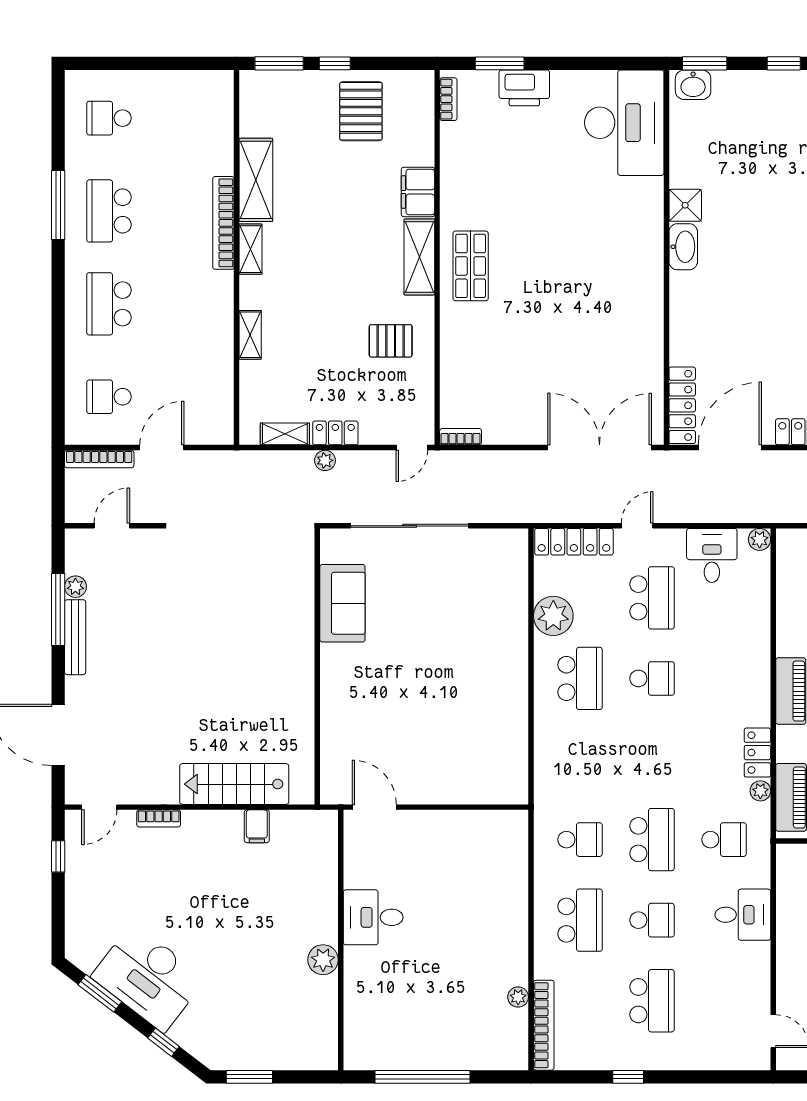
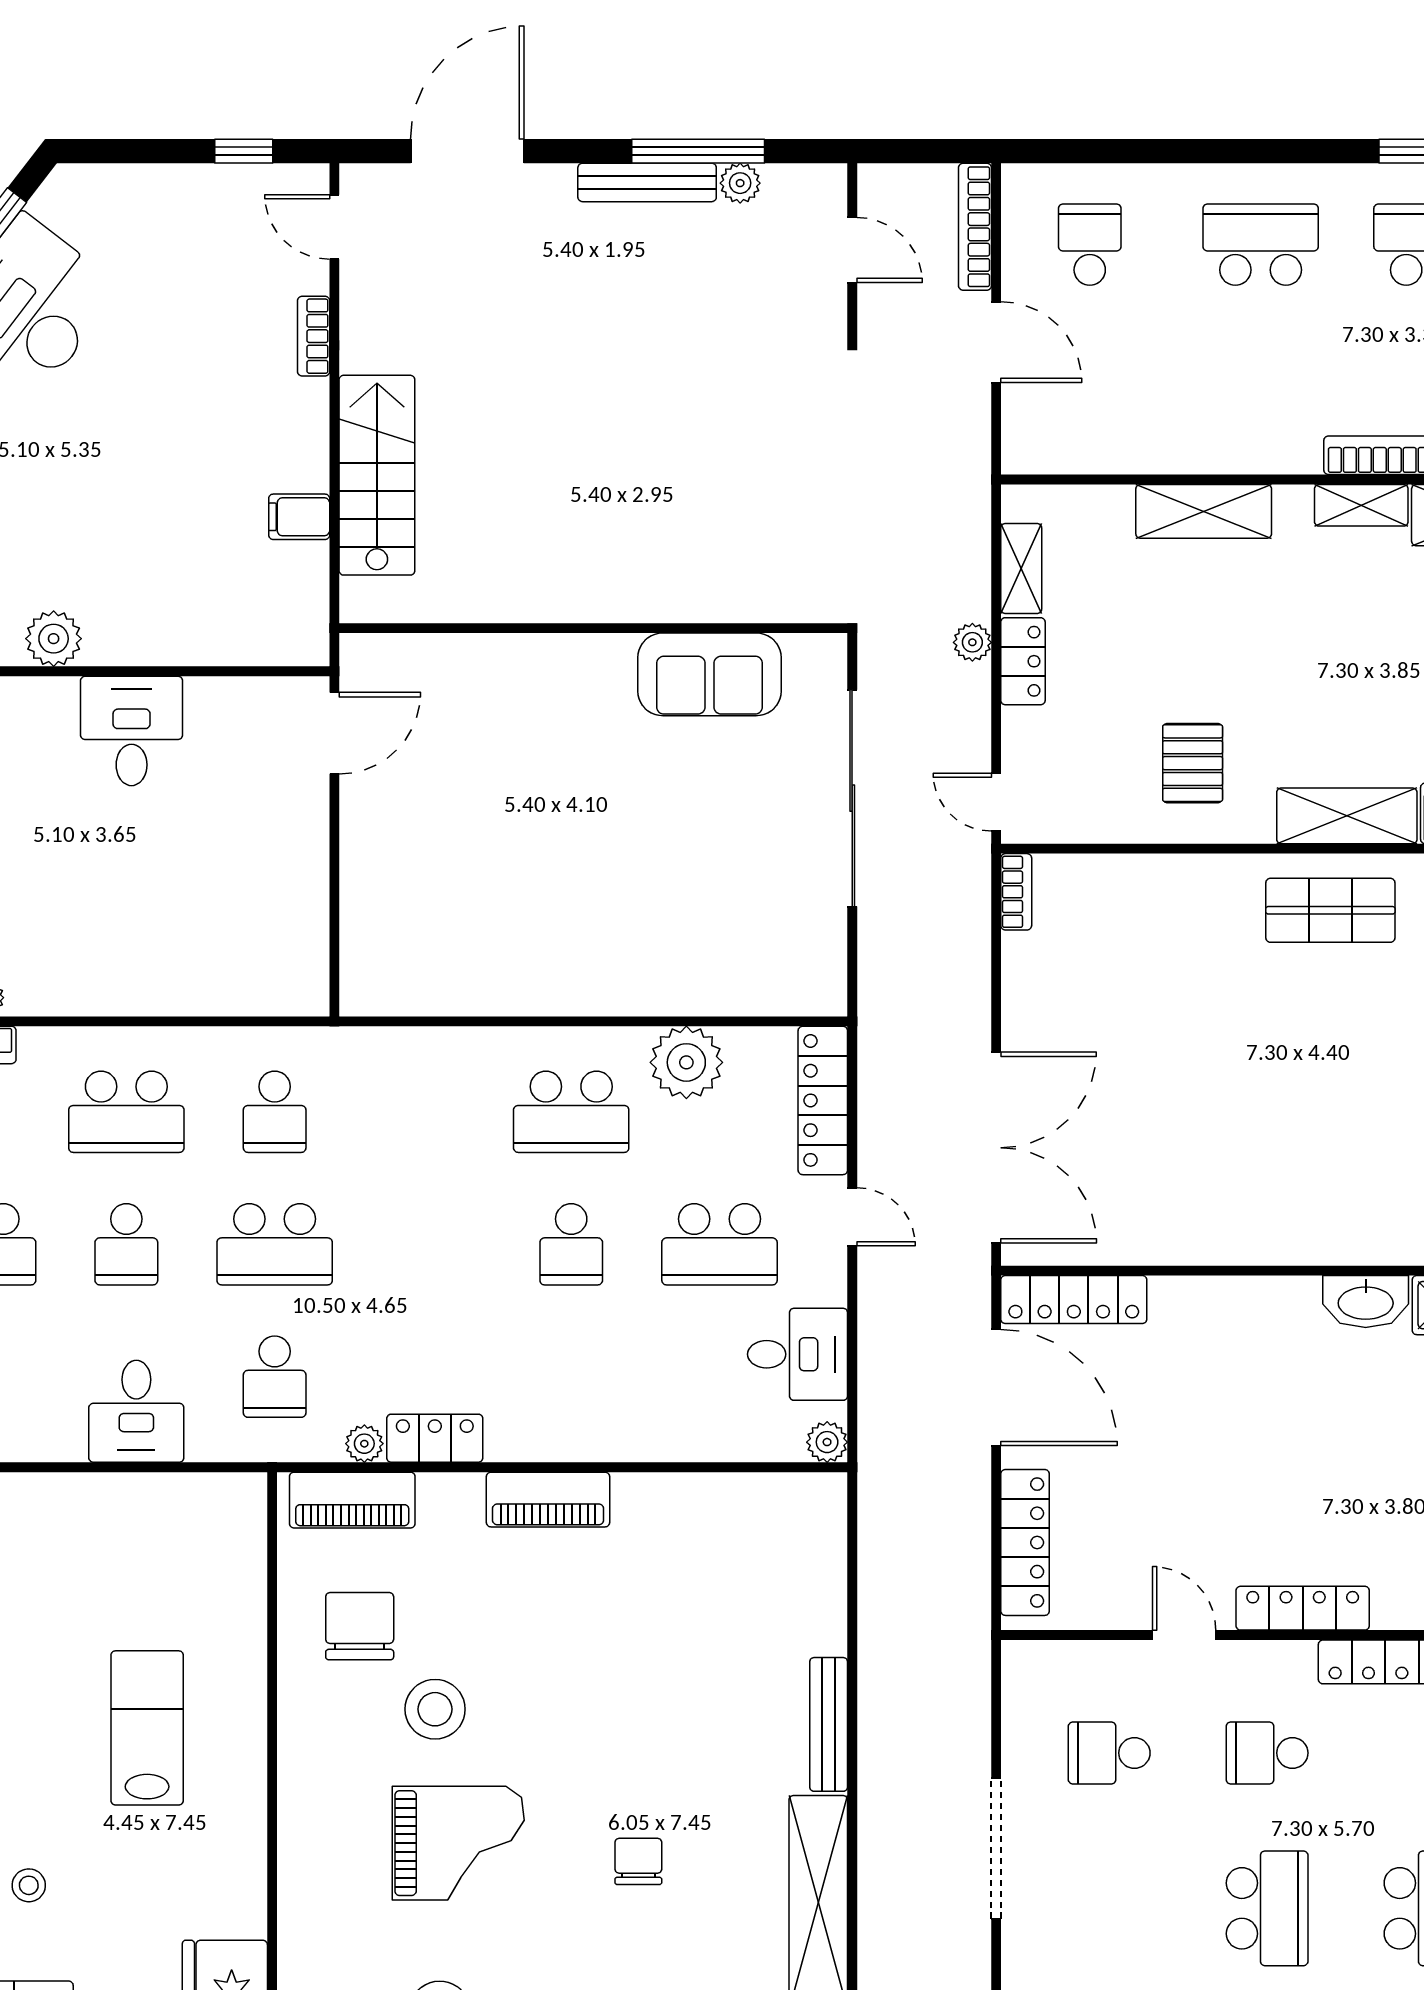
shelving: (250, 335) -> (1204, 511), width x1.50, depth x1.33

